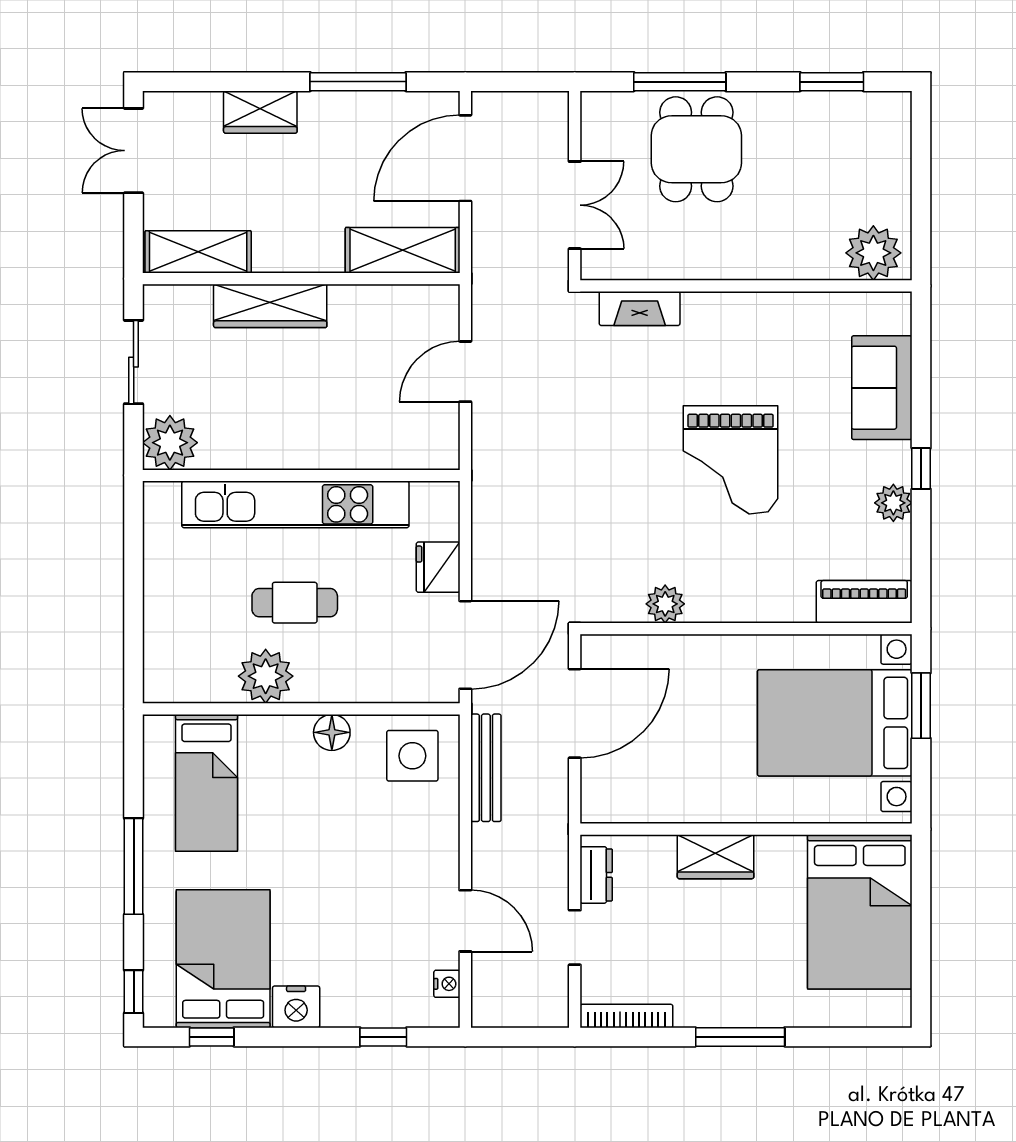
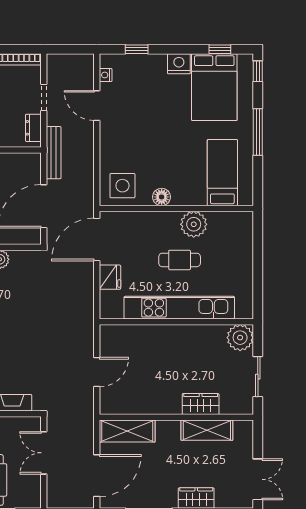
shelving: (198, 252) -> (207, 430), moved
wardrobe: (270, 306) -> (201, 404), width x0.67
bench: (486, 768) -> (54, 153), moved

